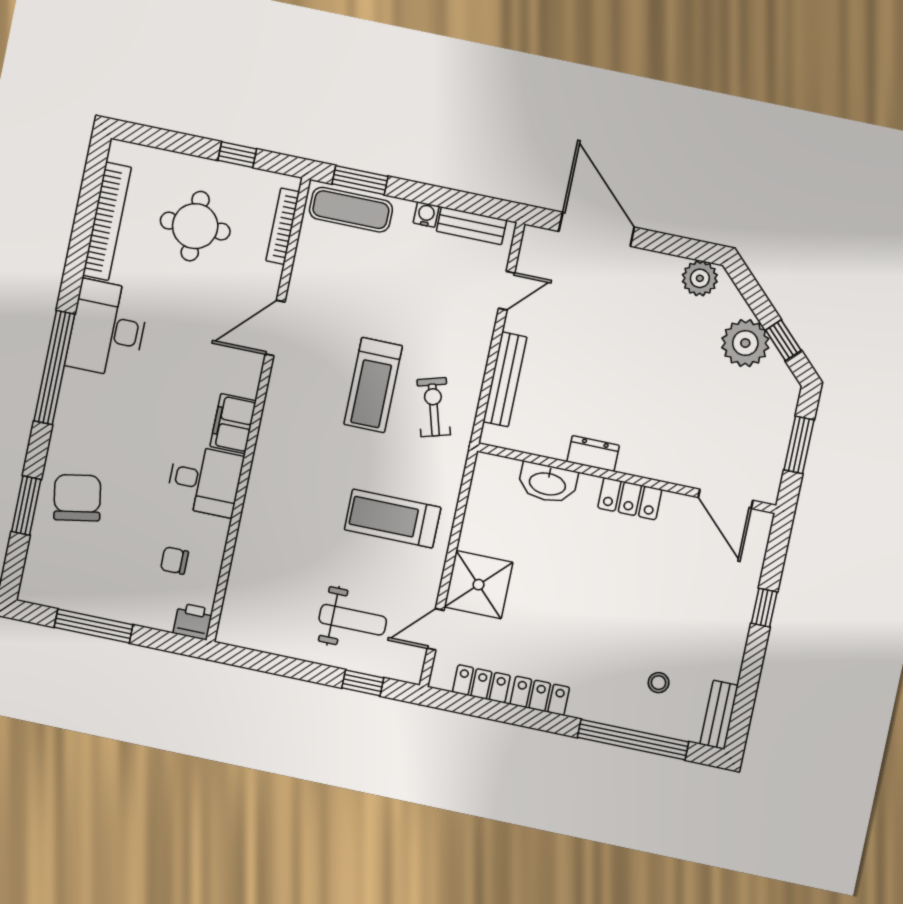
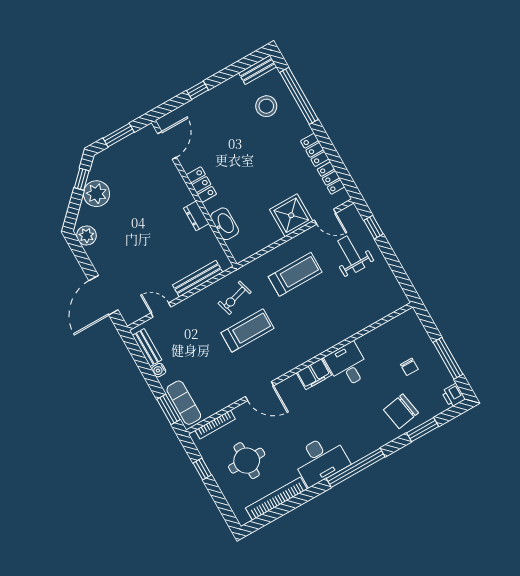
treadmill: (393, 519) -> (295, 274), turned -90
chair: (174, 561) -> (409, 367), moved
printer: (193, 621) -> (453, 395), moved
stool: (659, 683) -> (266, 106), width x1.89, depth x1.89

